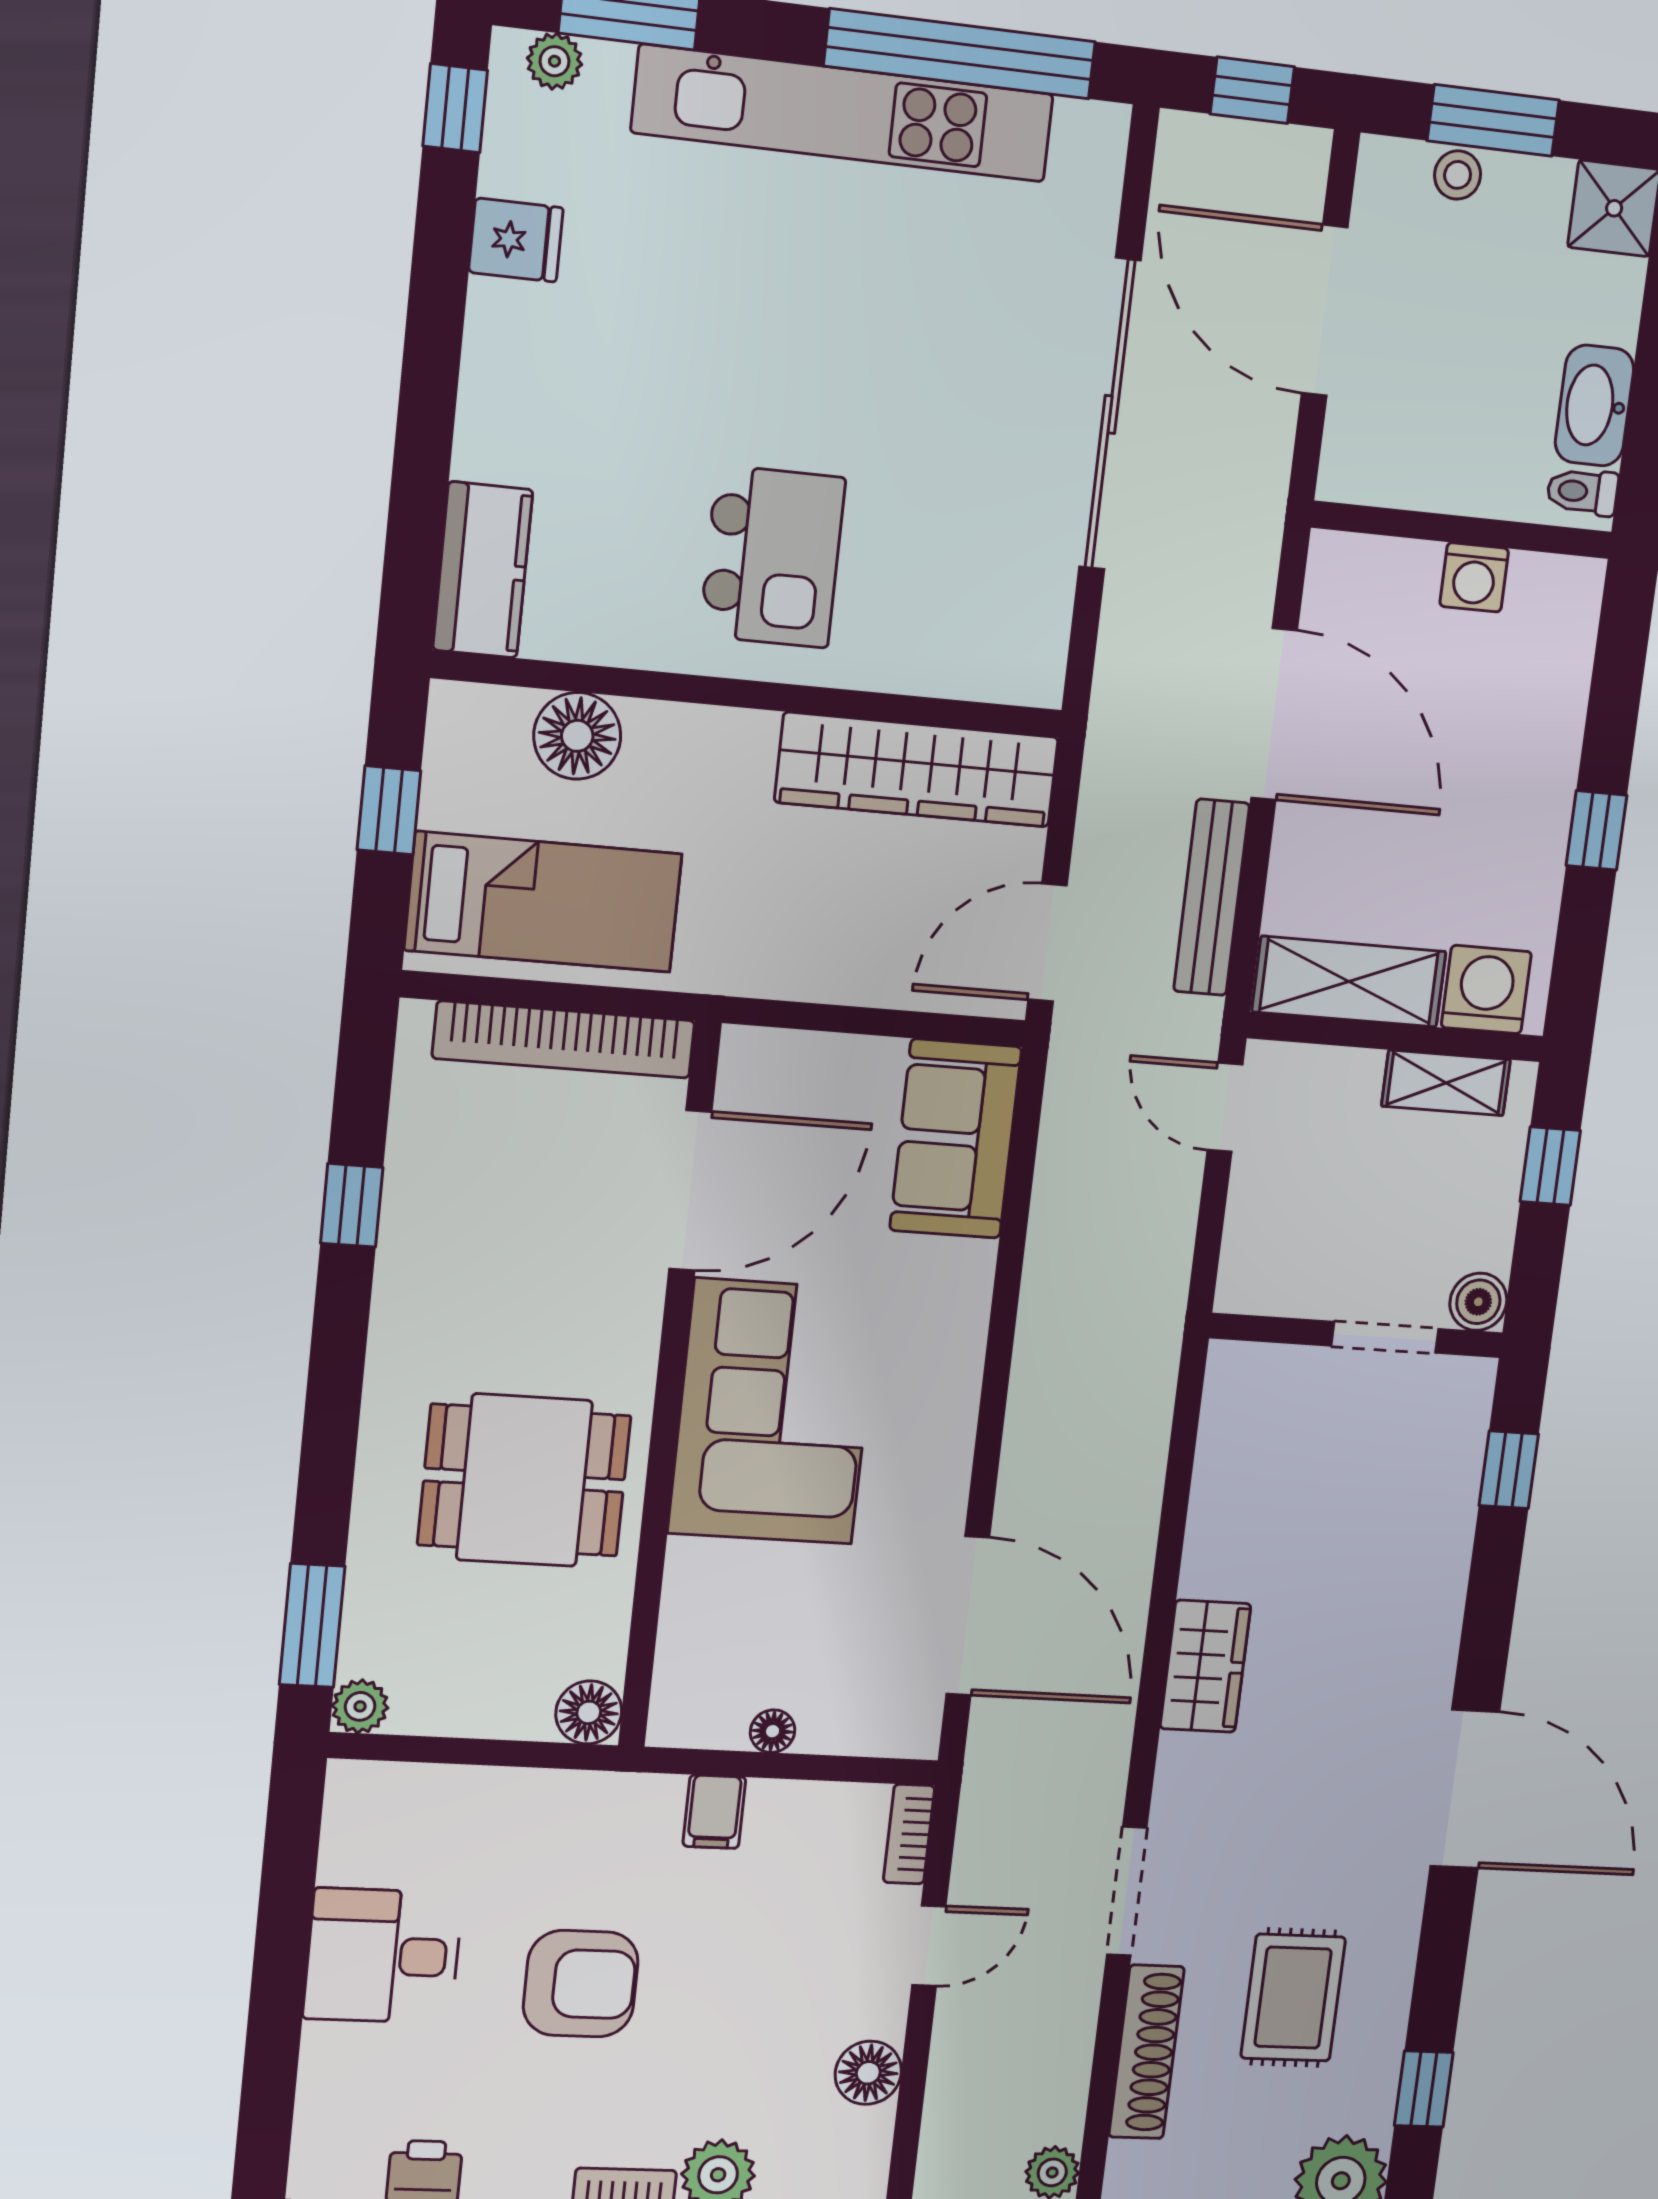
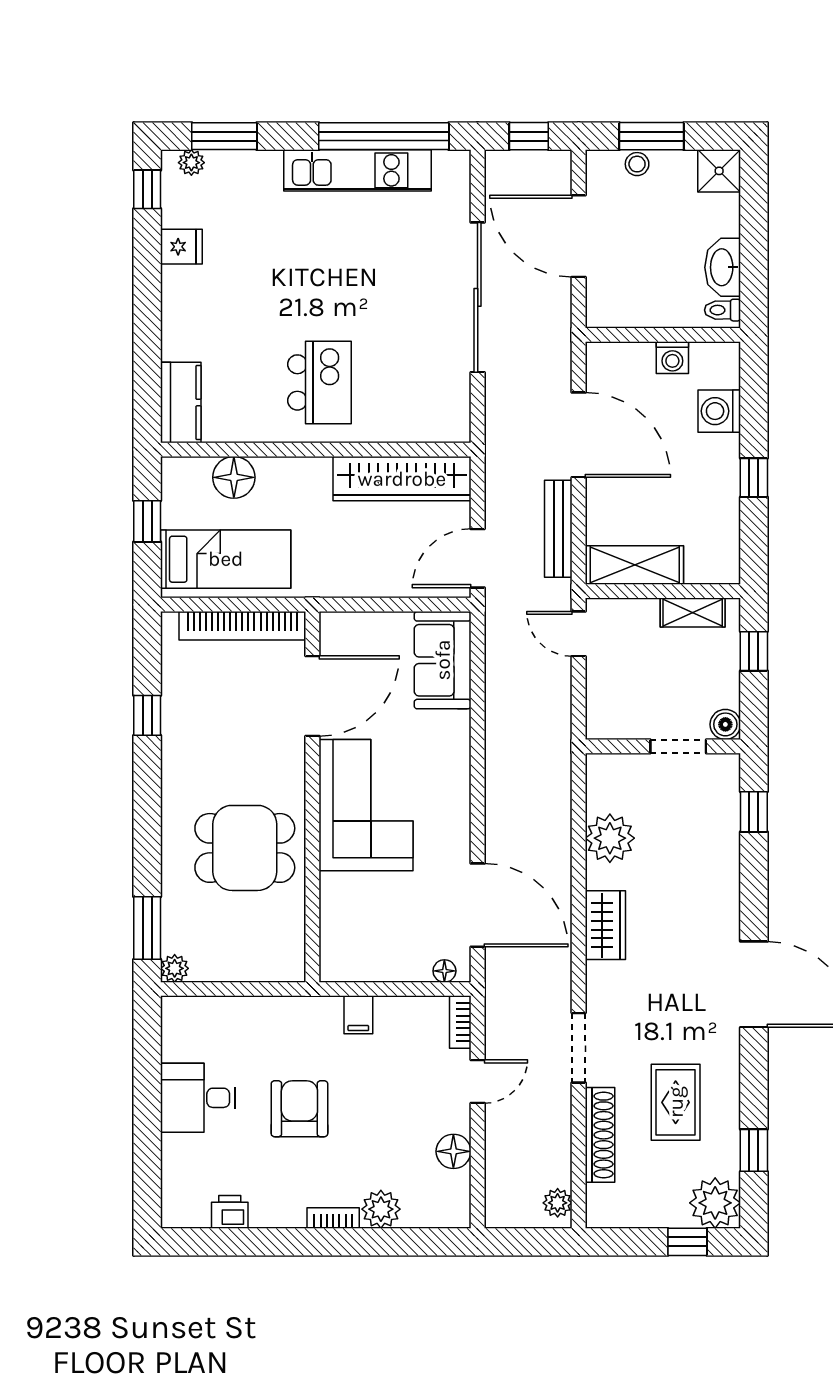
kitchen unit: (843, 113) -> (358, 170), width x0.73
washing machine: (1486, 990) -> (719, 411), moved, turned -90
plant: (1235, 1503) -> (610, 838), added
floor lamp: (589, 1712) -> (289, 966), removed
floor lamp: (773, 1731) -> (444, 971), moved
armchair: (581, 1984) -> (299, 1109), turned -90

